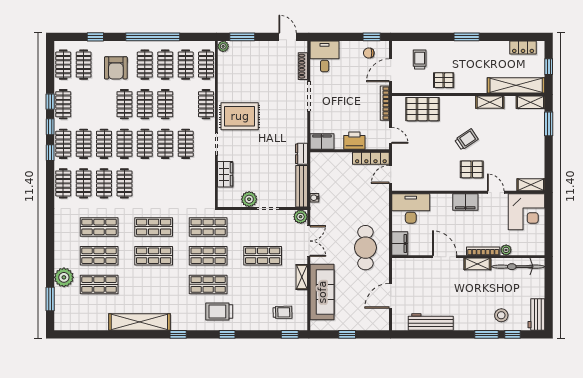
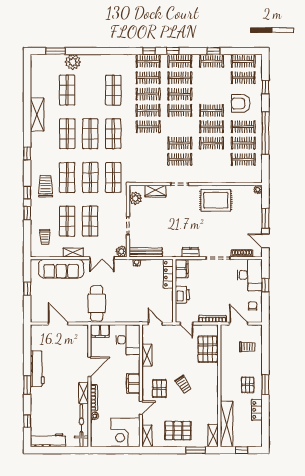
window: (242, 37) -> (265, 218), moved
door: (288, 37) -> (265, 241), swing flipped
window: (372, 37) -> (265, 285), moved
locker: (523, 48) -> (257, 410), moved
desk: (325, 56) -> (250, 275), width x1.37
clothes rail: (206, 65) -> (243, 176), removed
pallet: (444, 80) -> (248, 385), moved
shelving: (490, 102) -> (147, 355), moved
clothes rail: (206, 104) -> (212, 176), removed
rug: (240, 116) -> (216, 200), moved, turned 90
window: (50, 127) -> (149, 51), moved
door: (391, 135) -> (186, 324), hinge flipped
clothes rail: (145, 144) -> (148, 127), moved
pallet: (524, 146) -> (178, 431), added
dresser: (302, 154) -> (190, 252), moved
locker: (371, 158) -> (168, 274), moved
plant: (249, 199) -> (135, 198), moved
cafe table: (365, 248) -> (97, 303), turned 90
shop shelf: (99, 256) -> (67, 134), moved
shop shelf: (263, 284) -> (67, 221), added
workbench: (536, 314) -> (48, 440), width x1.38
stool: (501, 315) -> (42, 412), removed
shelving: (139, 322) -> (37, 115), width x0.68
workbench: (431, 322) -> (37, 369), moved
window: (290, 334) -> (27, 213), moved
window: (487, 334) -> (27, 385), moved

